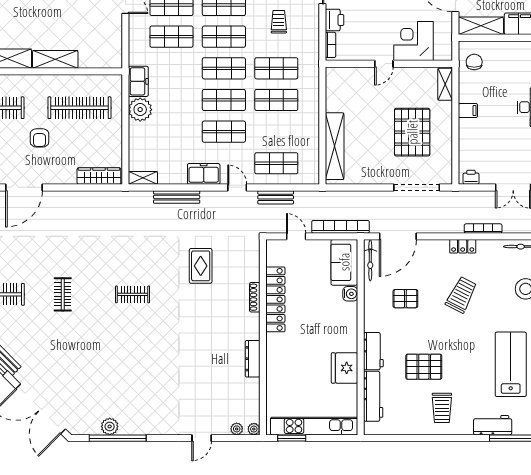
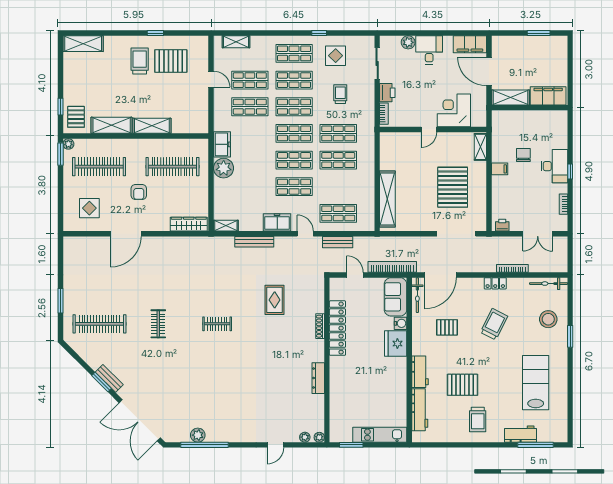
chair: (474, 62) -> (523, 155), moved
fridge: (345, 368) -> (396, 344), moved
kitchen unit: (314, 426) -> (380, 435), width x0.73

